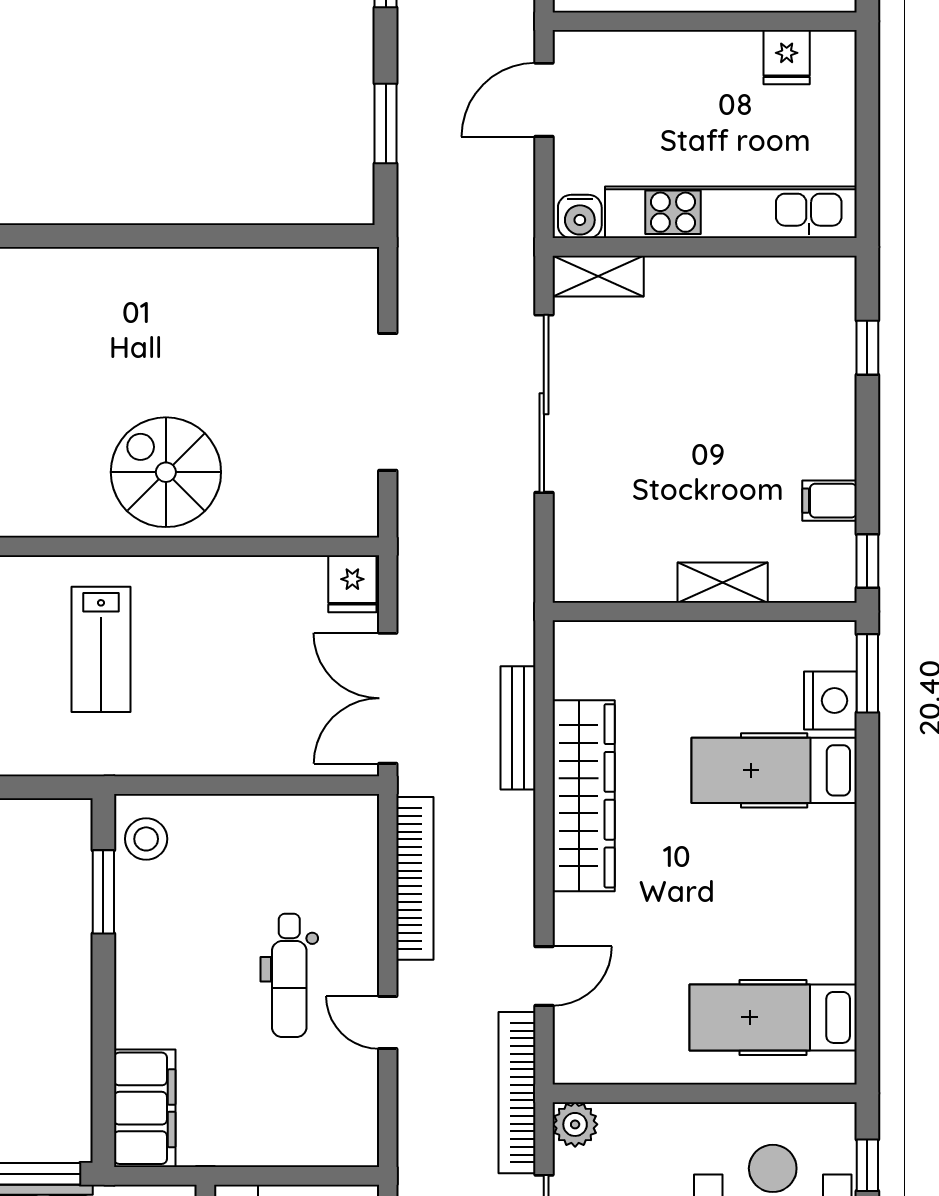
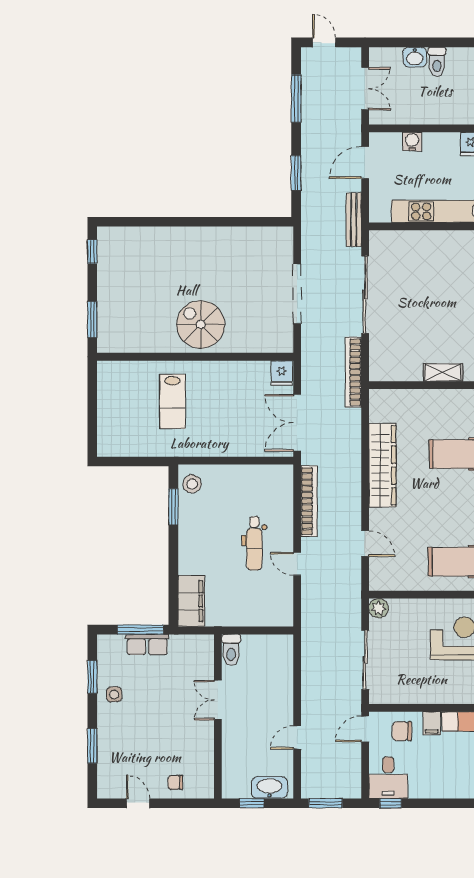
water cooler: (580, 216) -> (412, 142), moved, turned 180
shelving: (598, 276) -> (389, 239), removed
bench: (518, 728) -> (354, 220), moved
door: (544, 976) -> (365, 544), hinge flipped
bookcase: (517, 1093) -> (353, 372), moved

